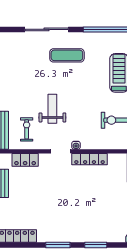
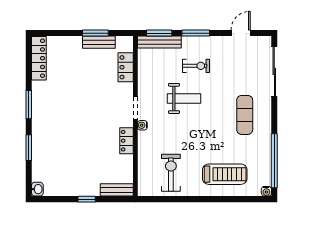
sliding door: (47, 29) -> (274, 71), moved
exercise bike: (27, 129) -> (196, 66), moved
locker: (90, 159) -> (126, 141), width x0.66

